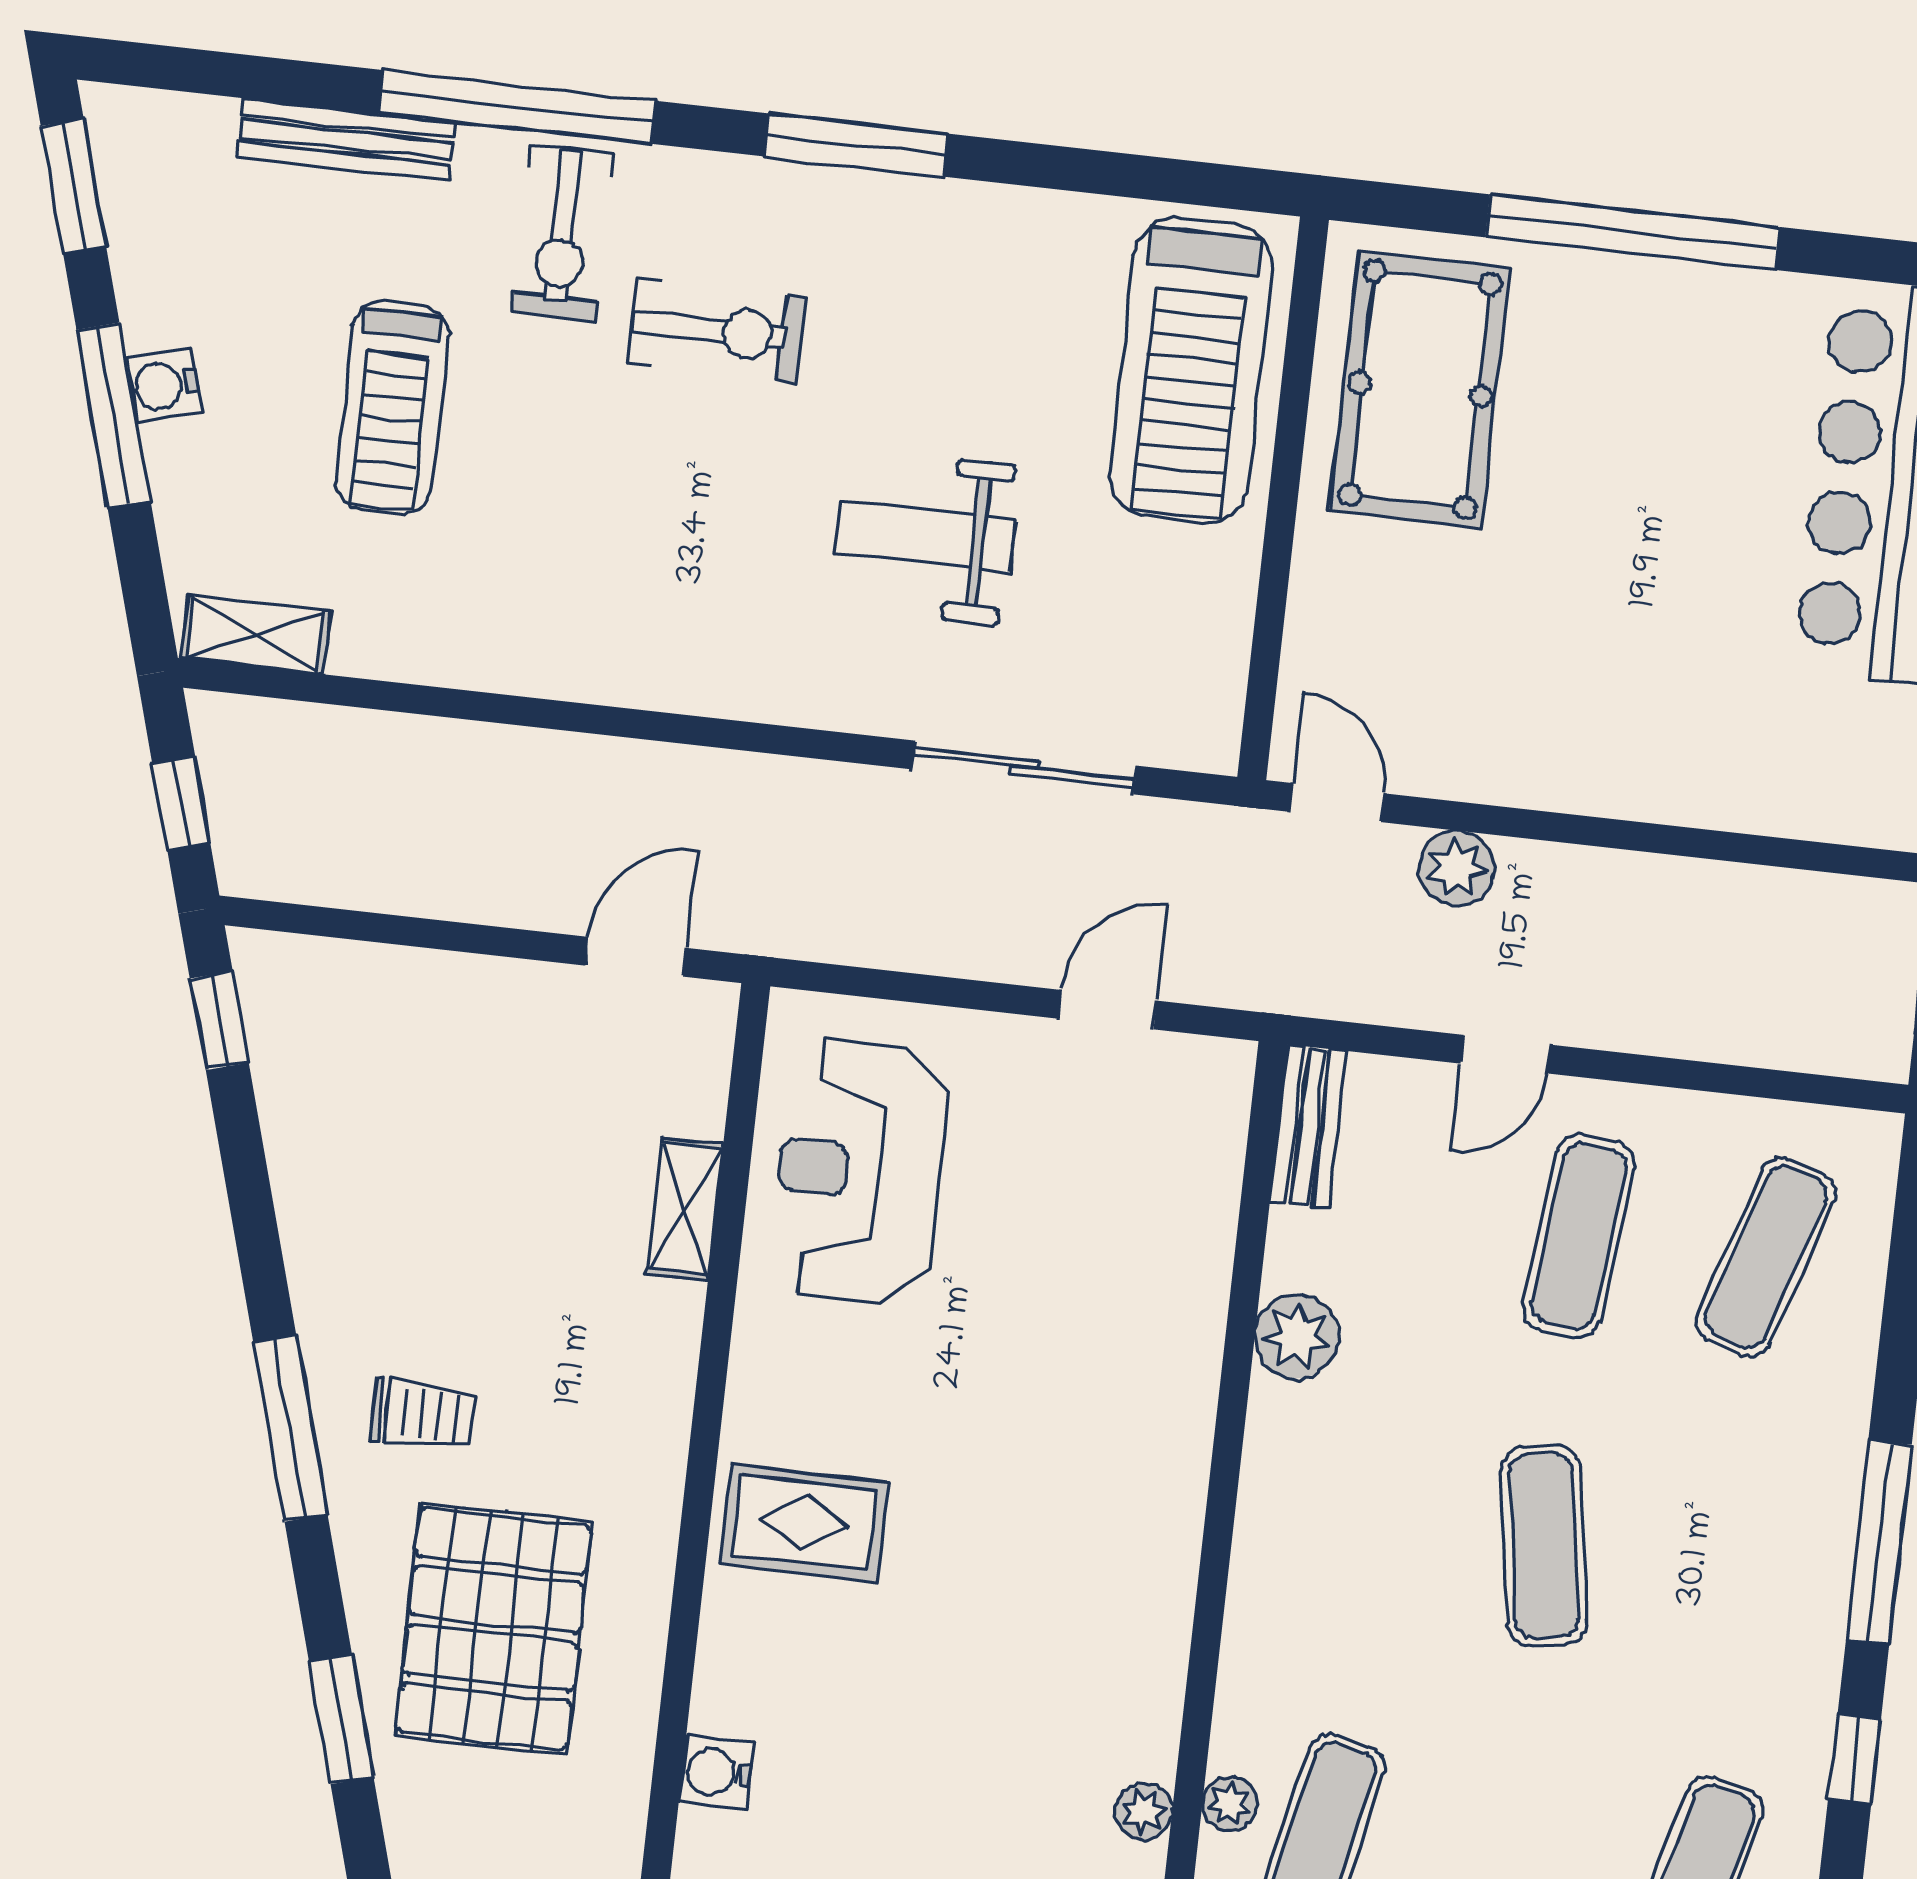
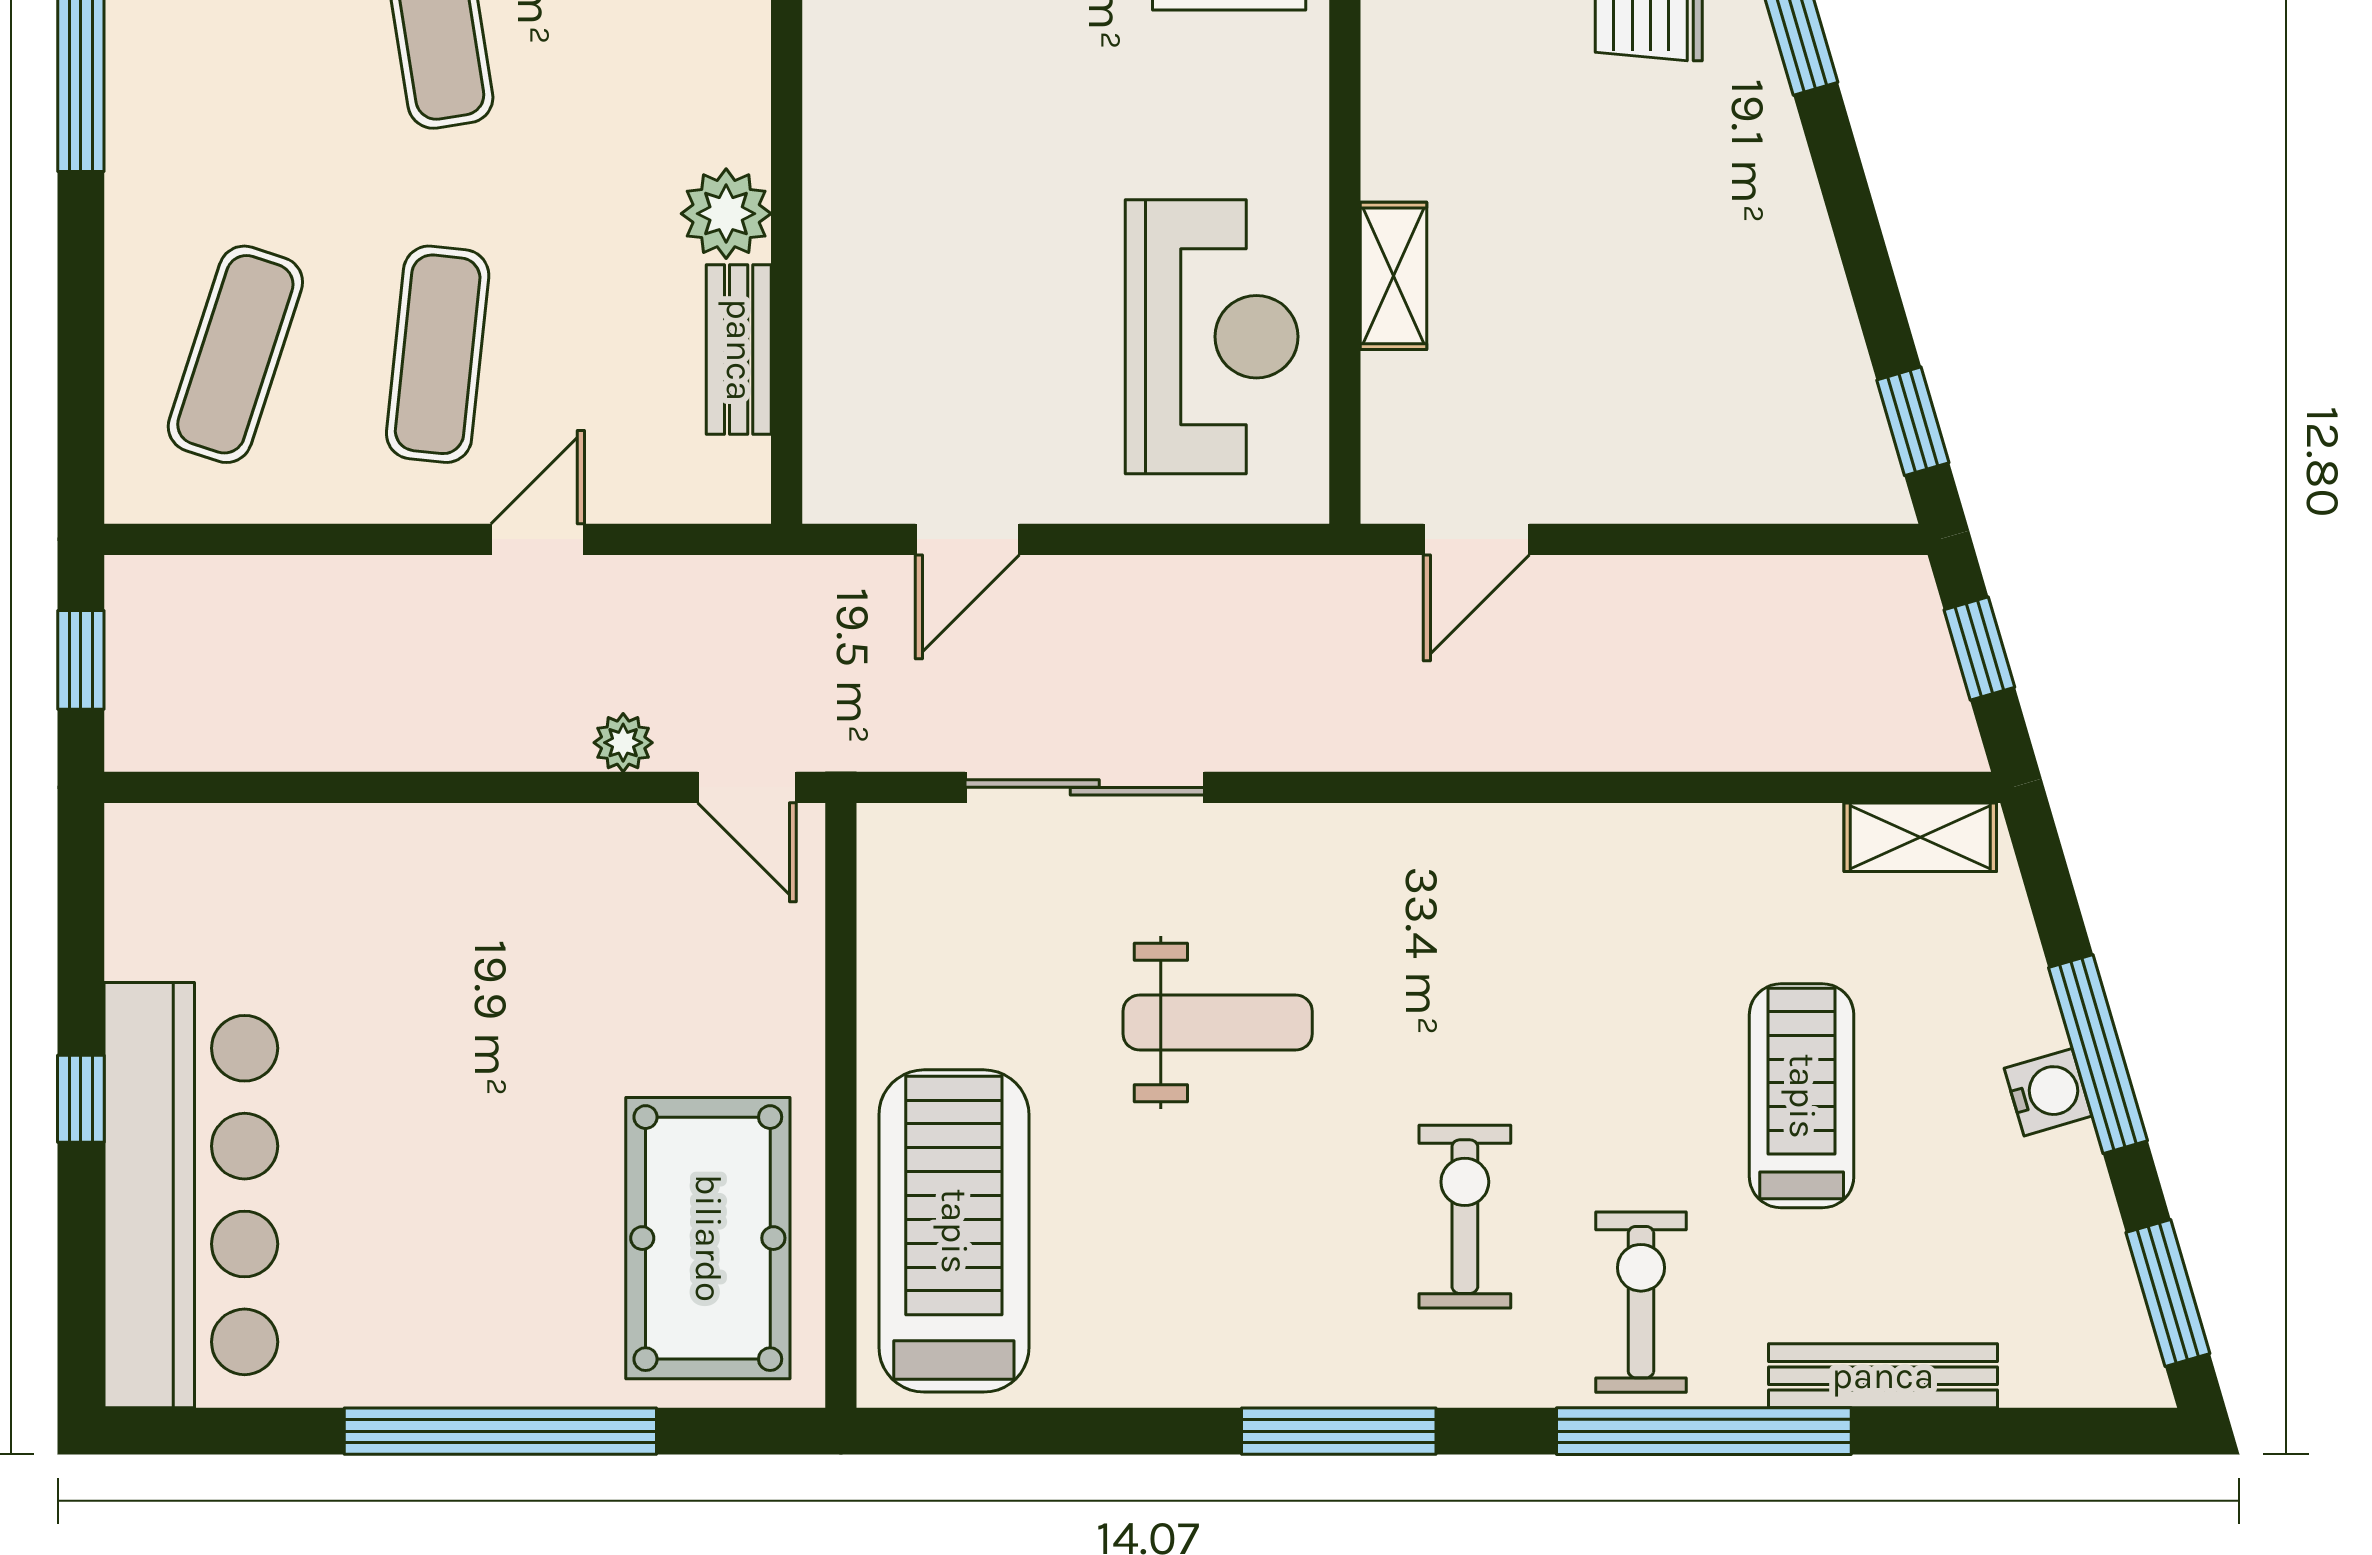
exercise bike: (717, 330) -> (1465, 1217), turned 90
plant: (1456, 868) -> (623, 743), width x0.73, depth x0.73
bench: (1309, 1126) -> (739, 350), moved

